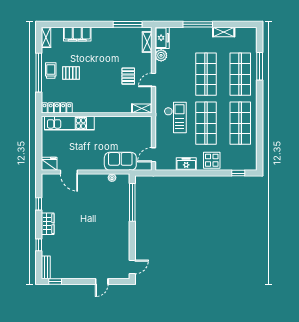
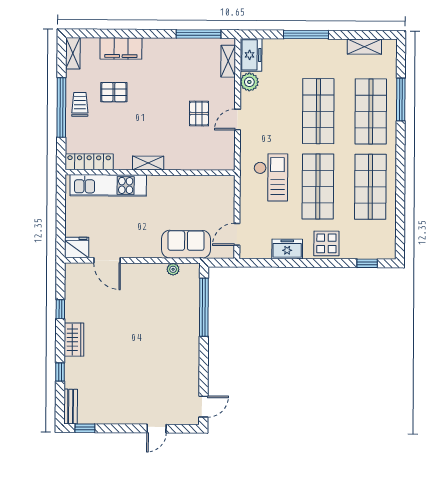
shelving: (224, 32) -> (364, 47), moved
pallet: (71, 73) -> (114, 92), moved
shelving: (142, 109) -> (148, 163), moved

